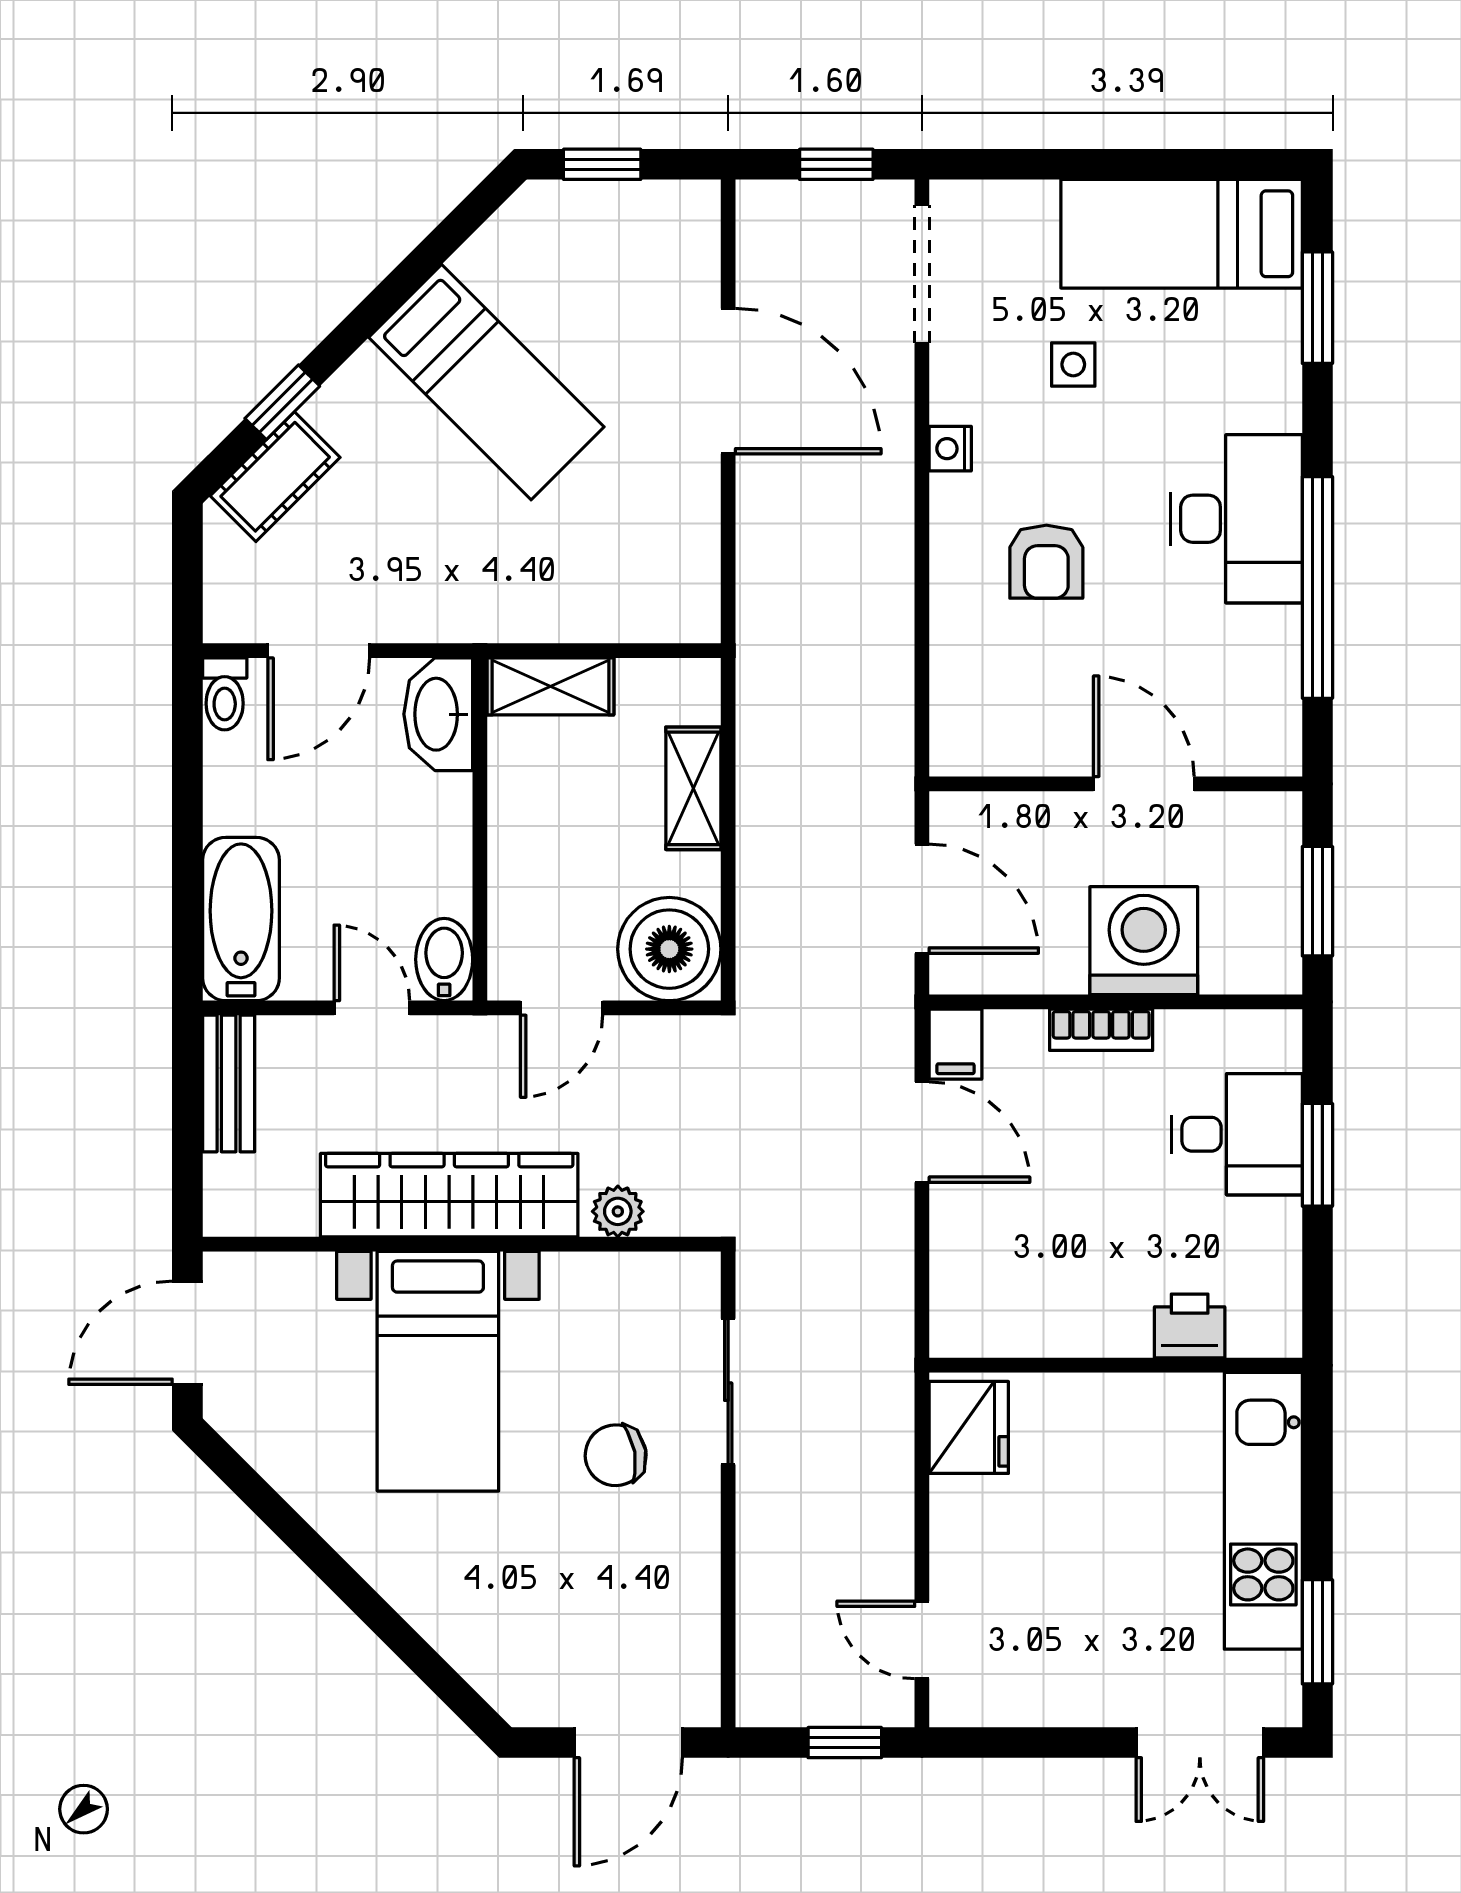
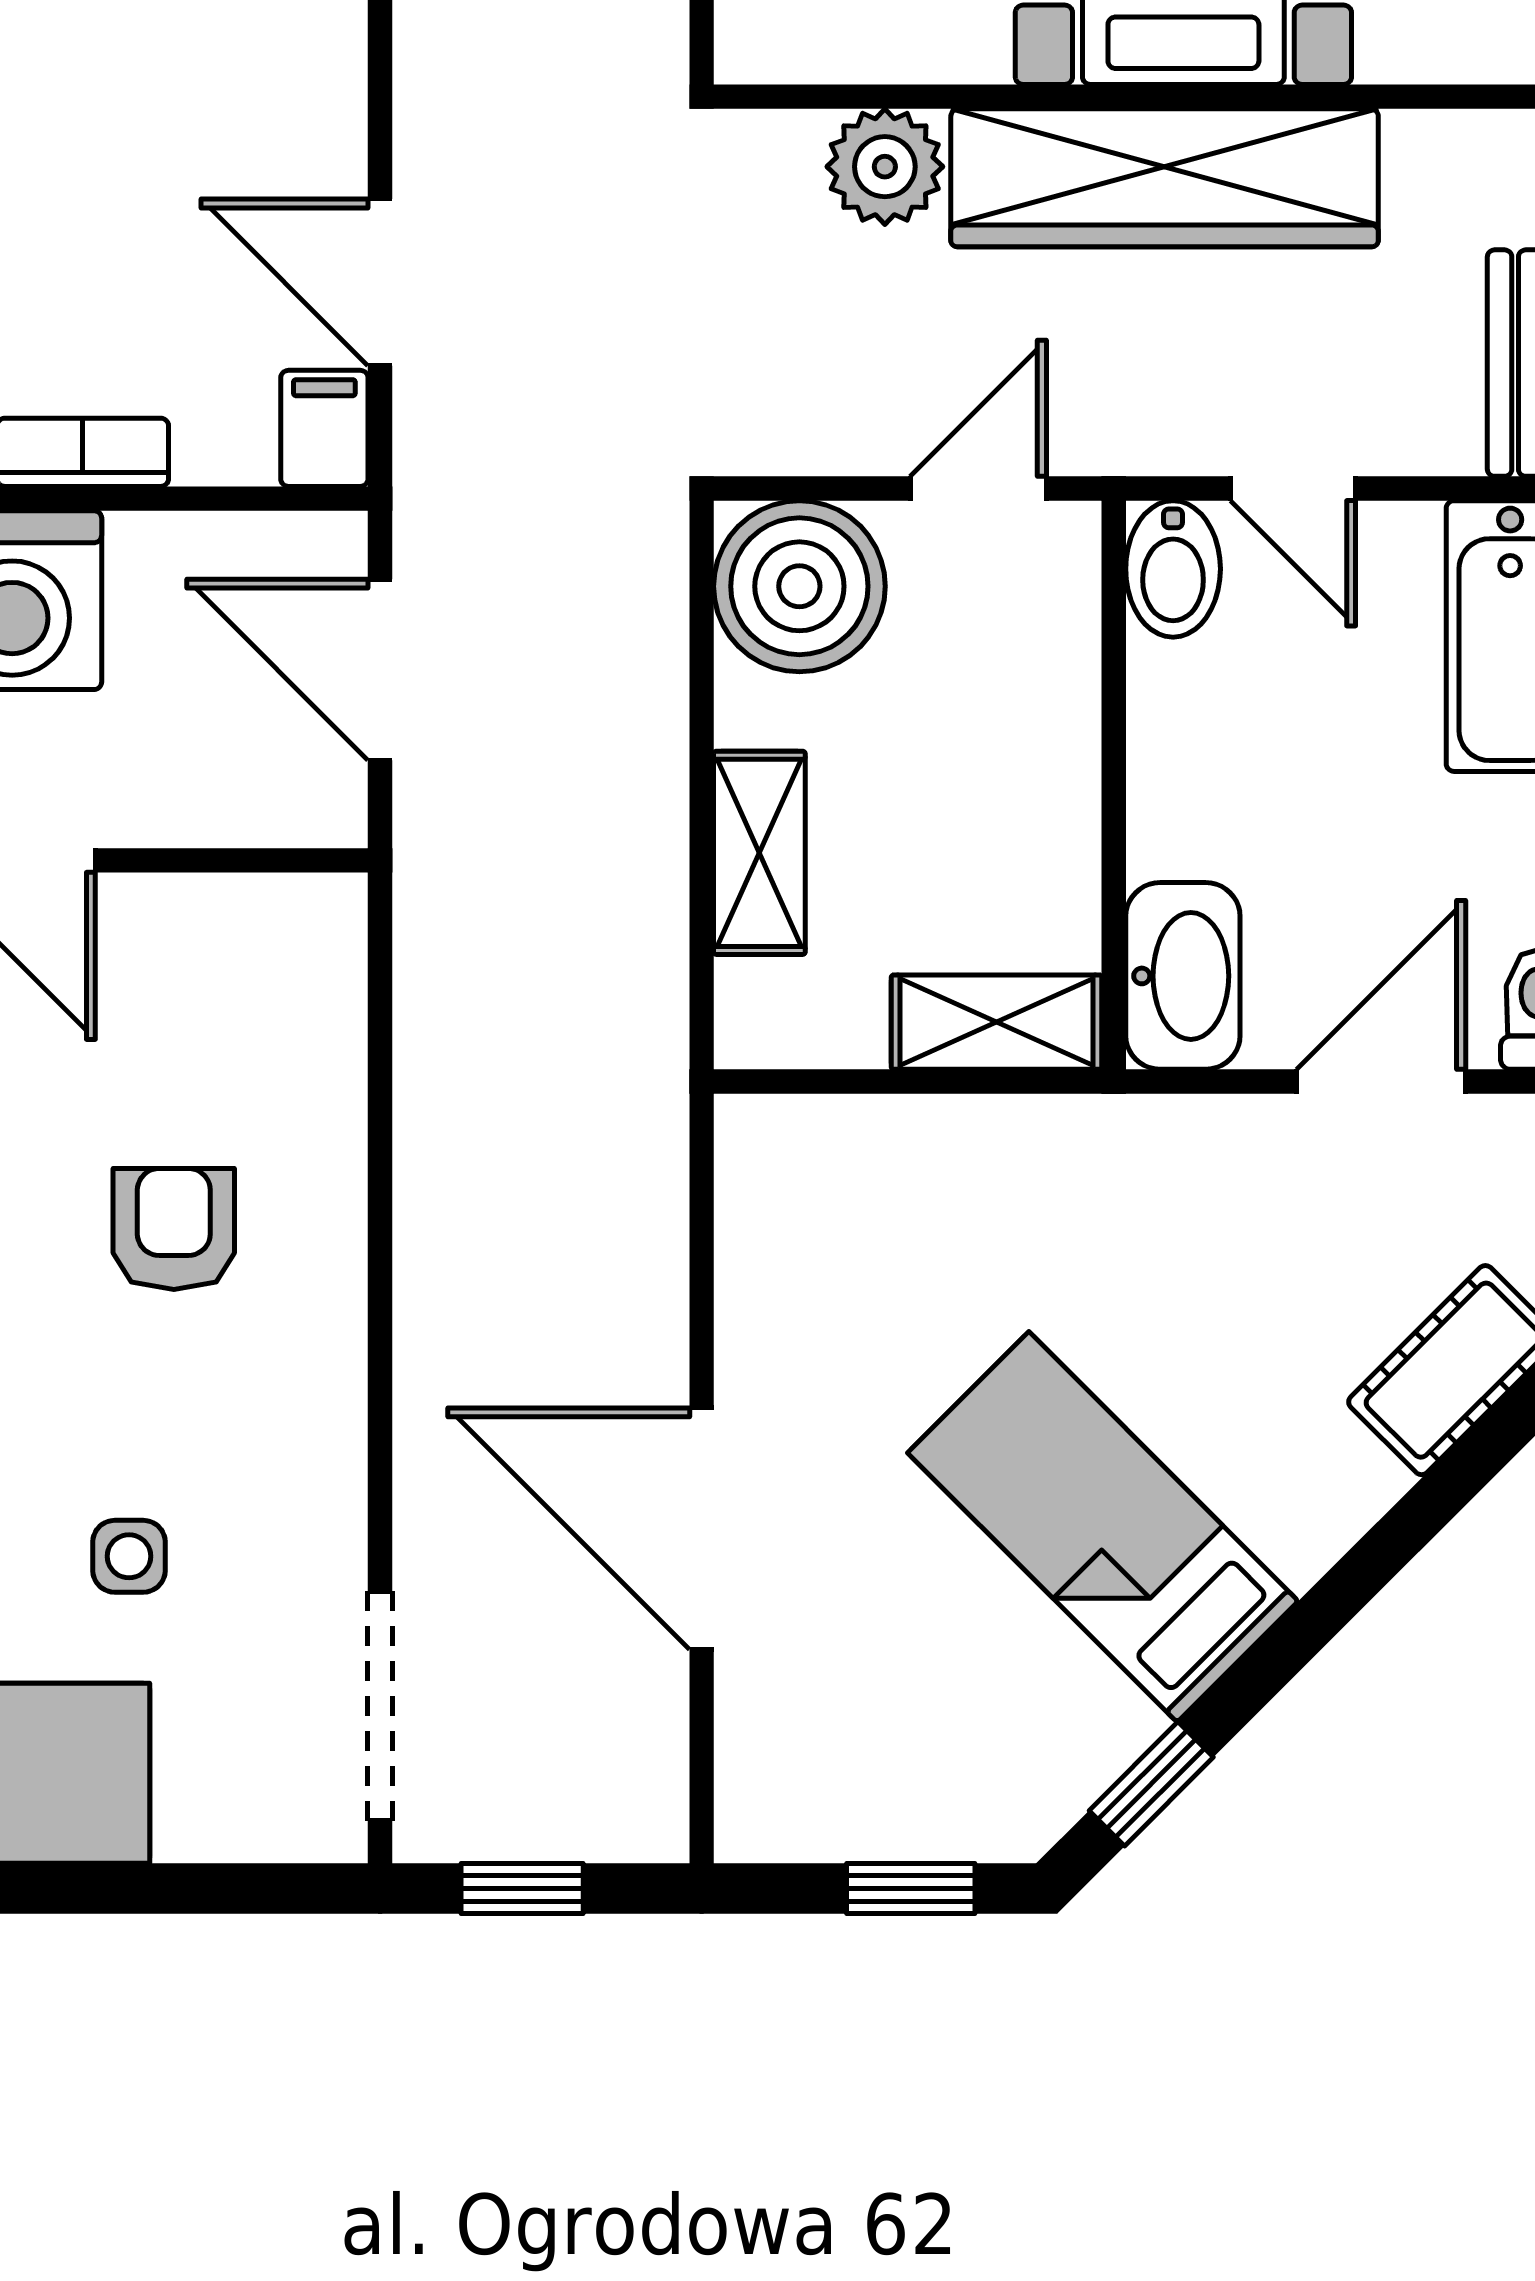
window: (282, 402) -> (1151, 1784), moved
nightstand: (950, 449) -> (333, 1417), removed
plant: (618, 1211) -> (885, 167), width x1.38, depth x1.38

